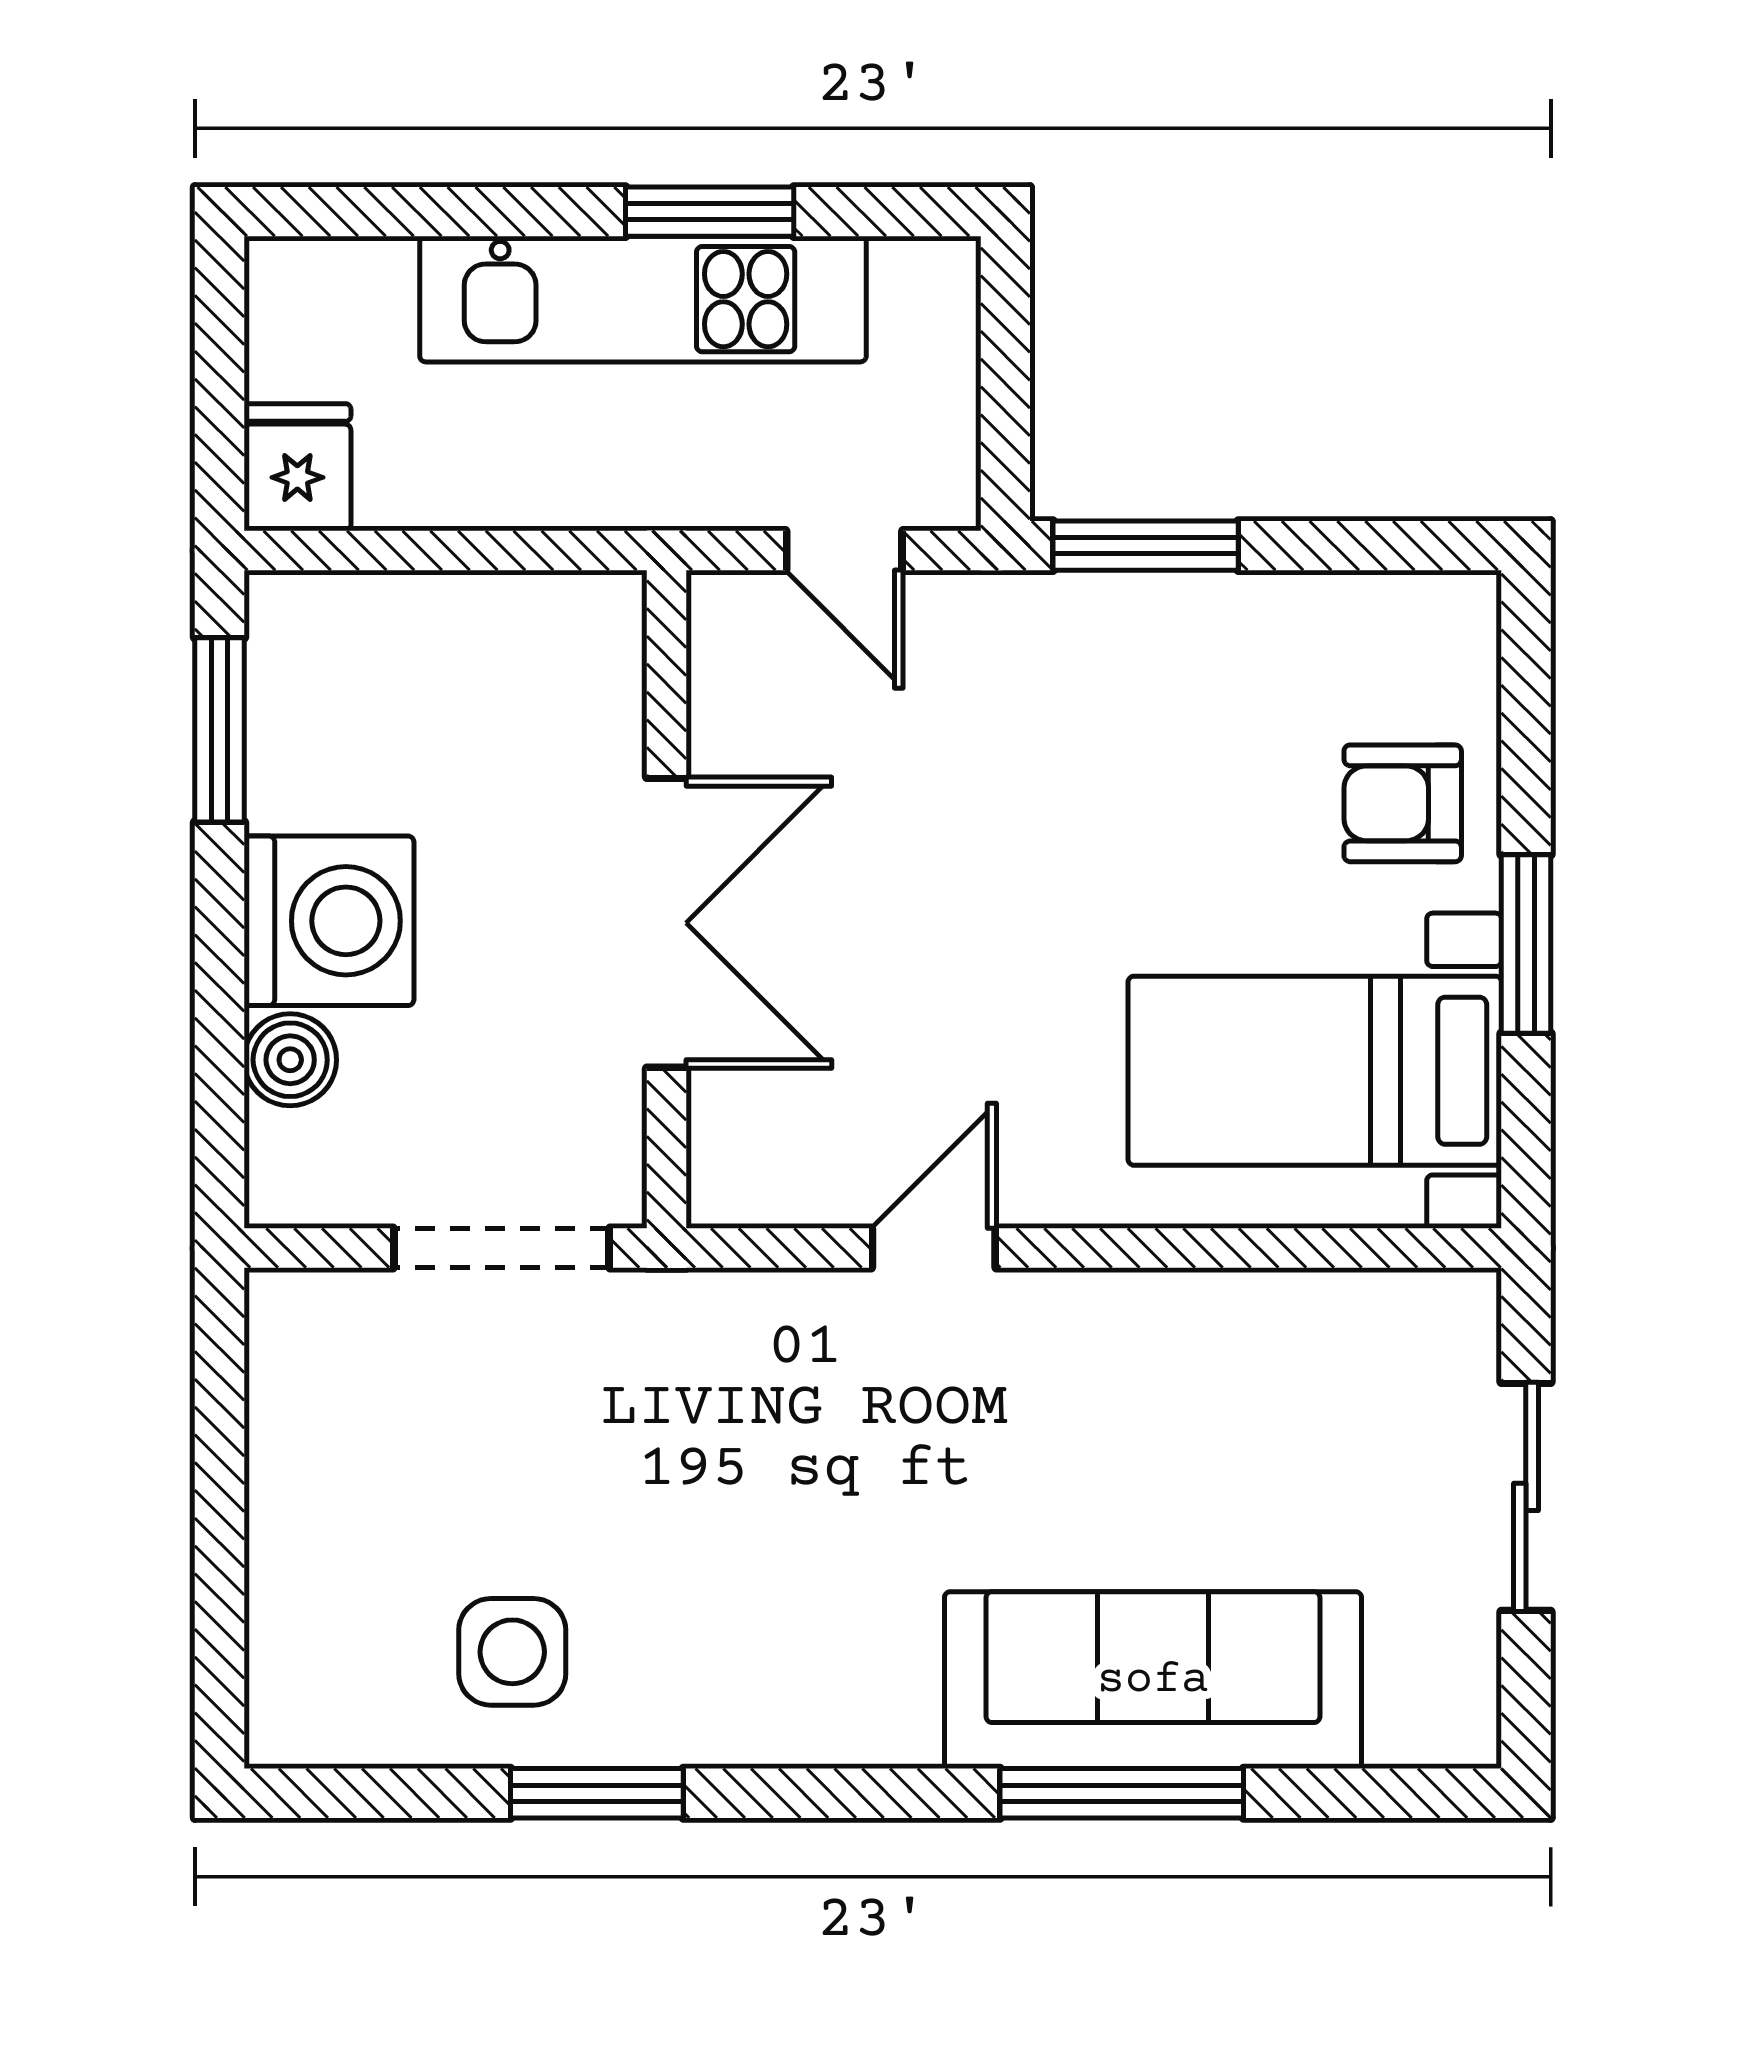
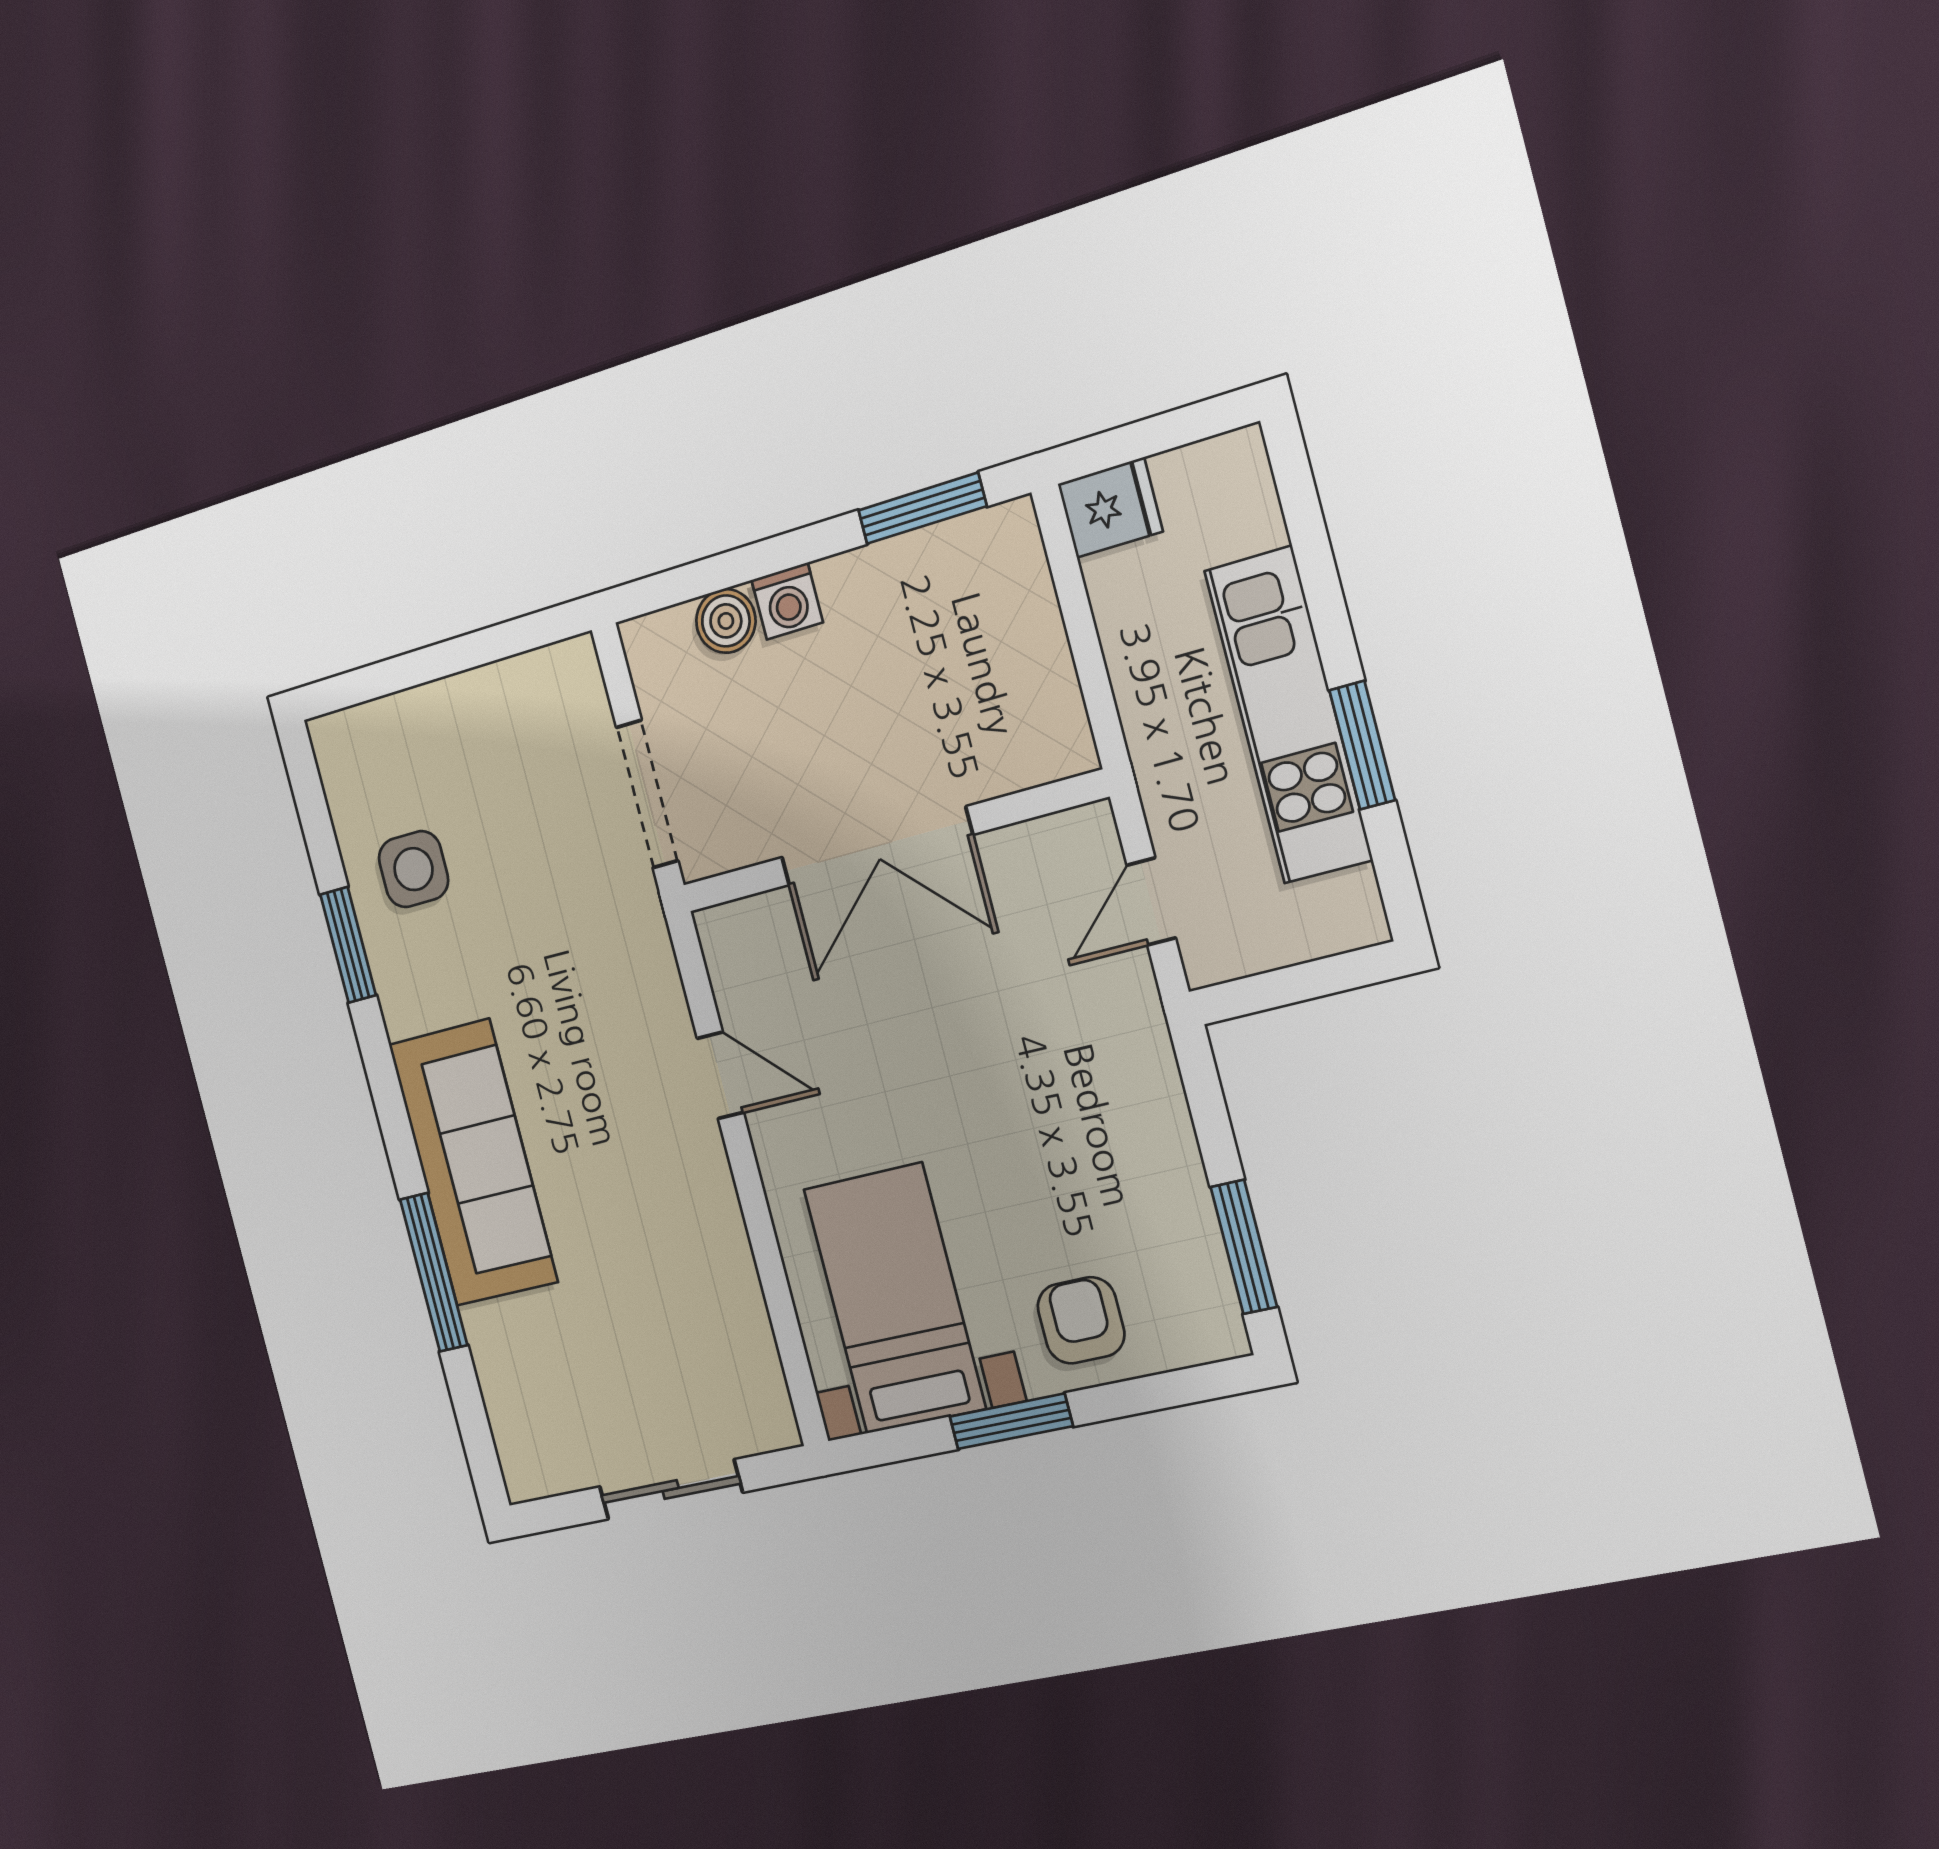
window: (1146, 546) -> (1244, 1247), moved
washing machine: (329, 921) -> (787, 601), width x0.53, depth x0.53
sofa: (1153, 1680) -> (473, 1163), moved

